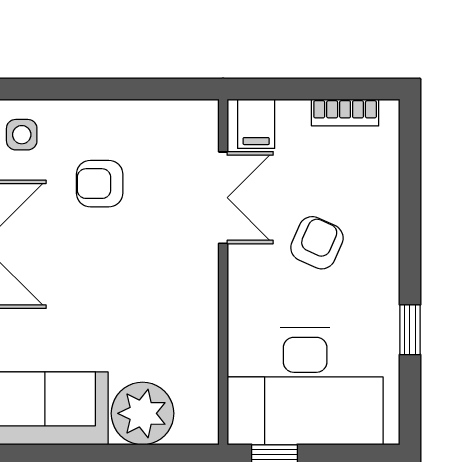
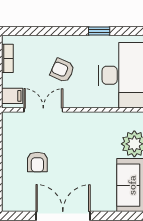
side table: (22, 135) -> (17, 195), removed

